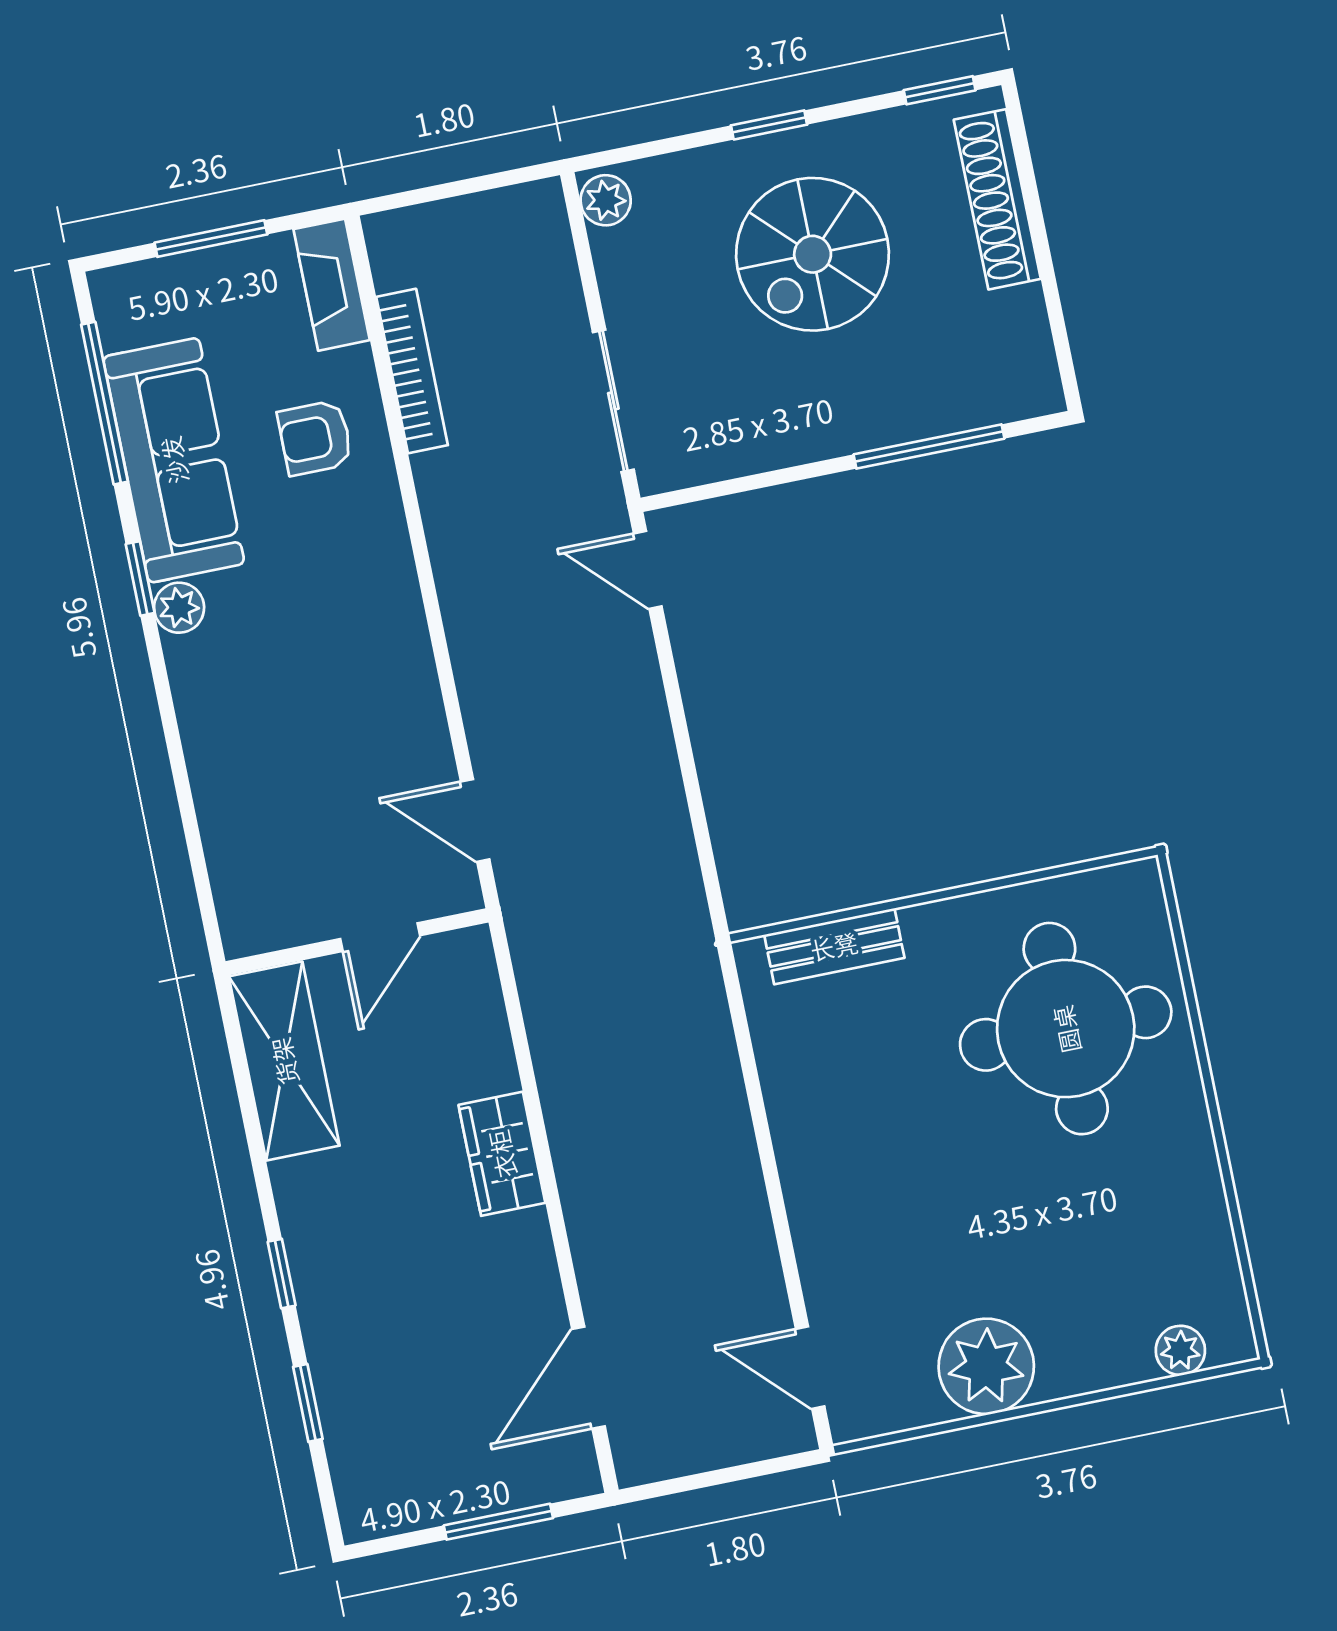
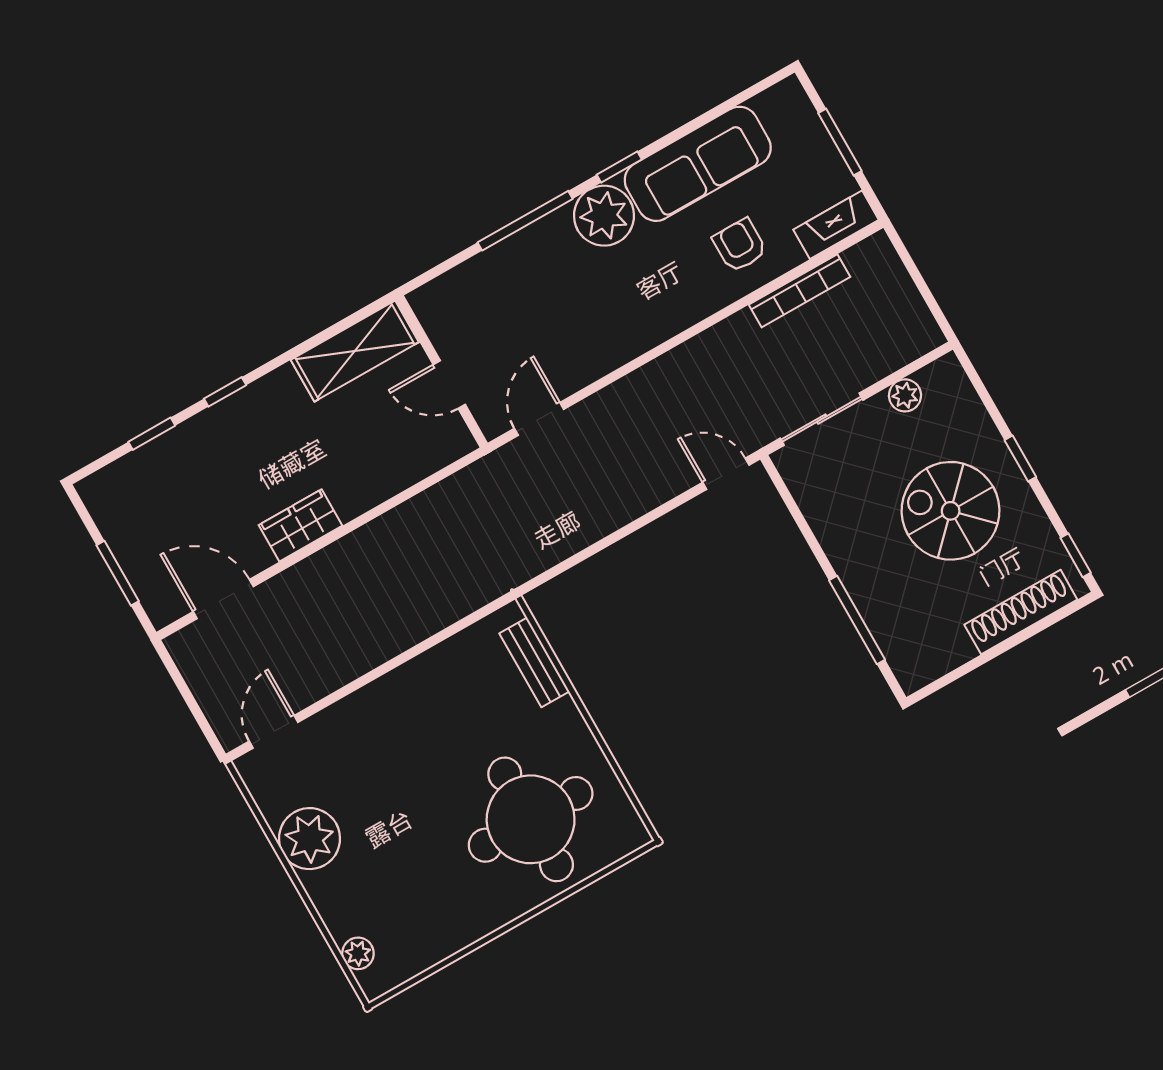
plant: (606, 200) -> (905, 395), moved
window: (104, 403) -> (525, 221), moved
door: (648, 570) -> (726, 474), hinge flipped
plant: (179, 608) -> (604, 216), width x1.87, depth x1.87
wardrobe: (502, 1154) -> (301, 525), moved

